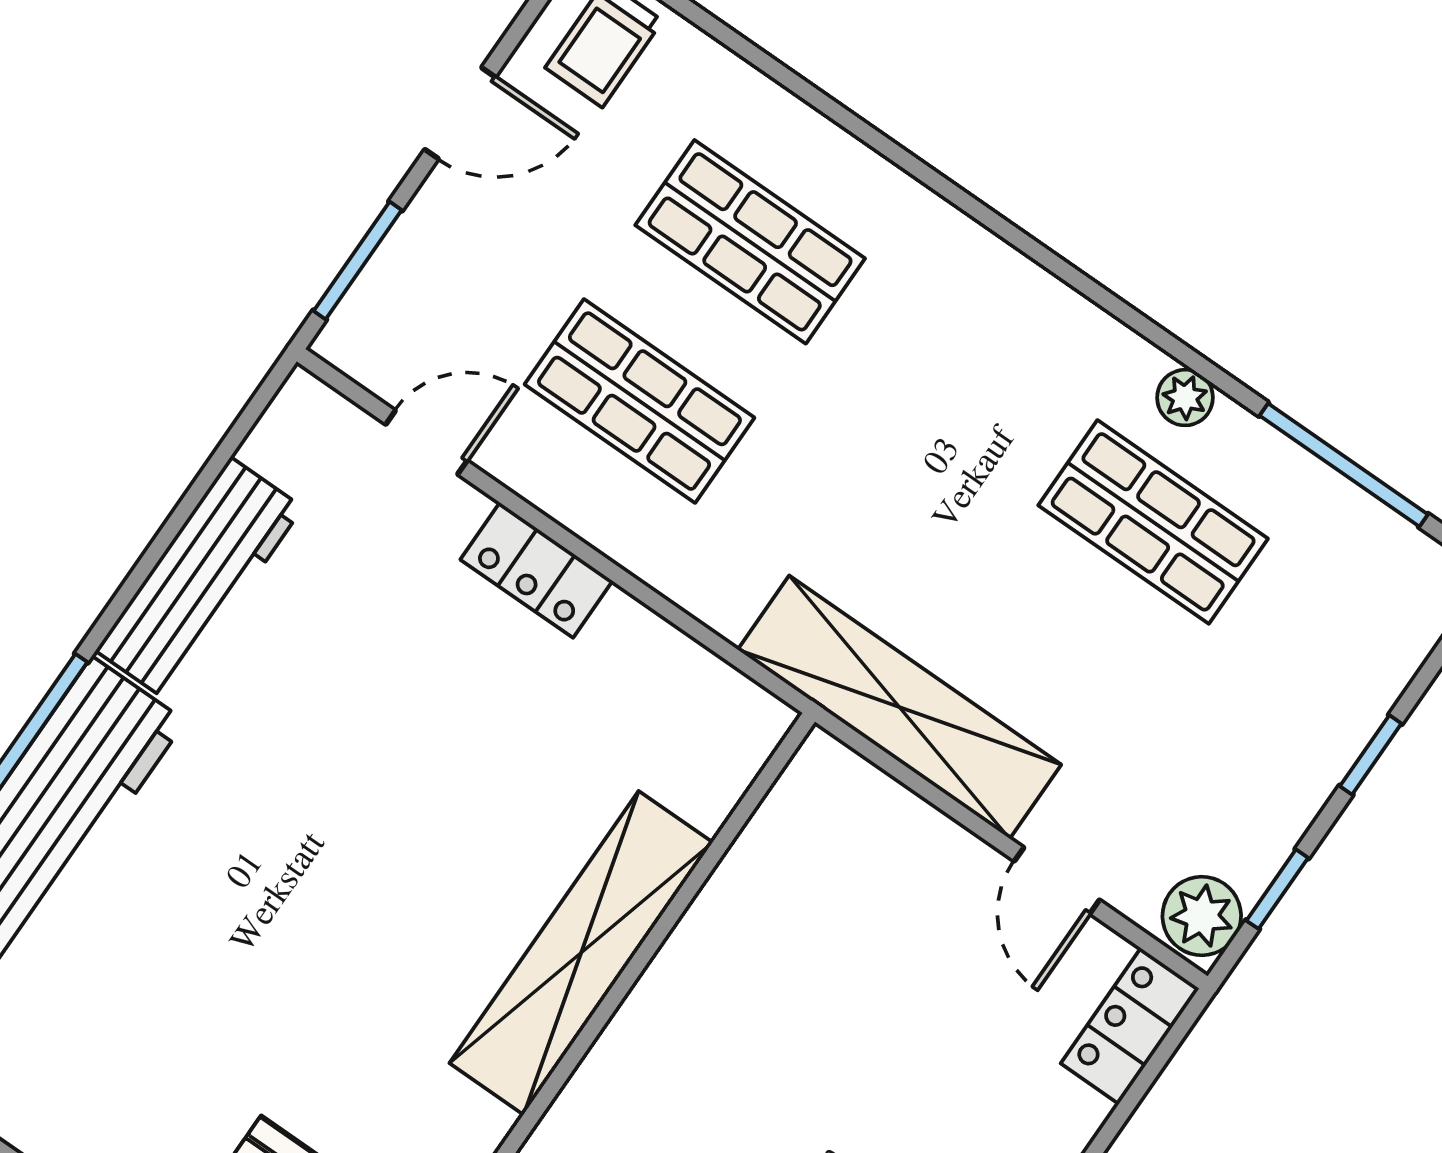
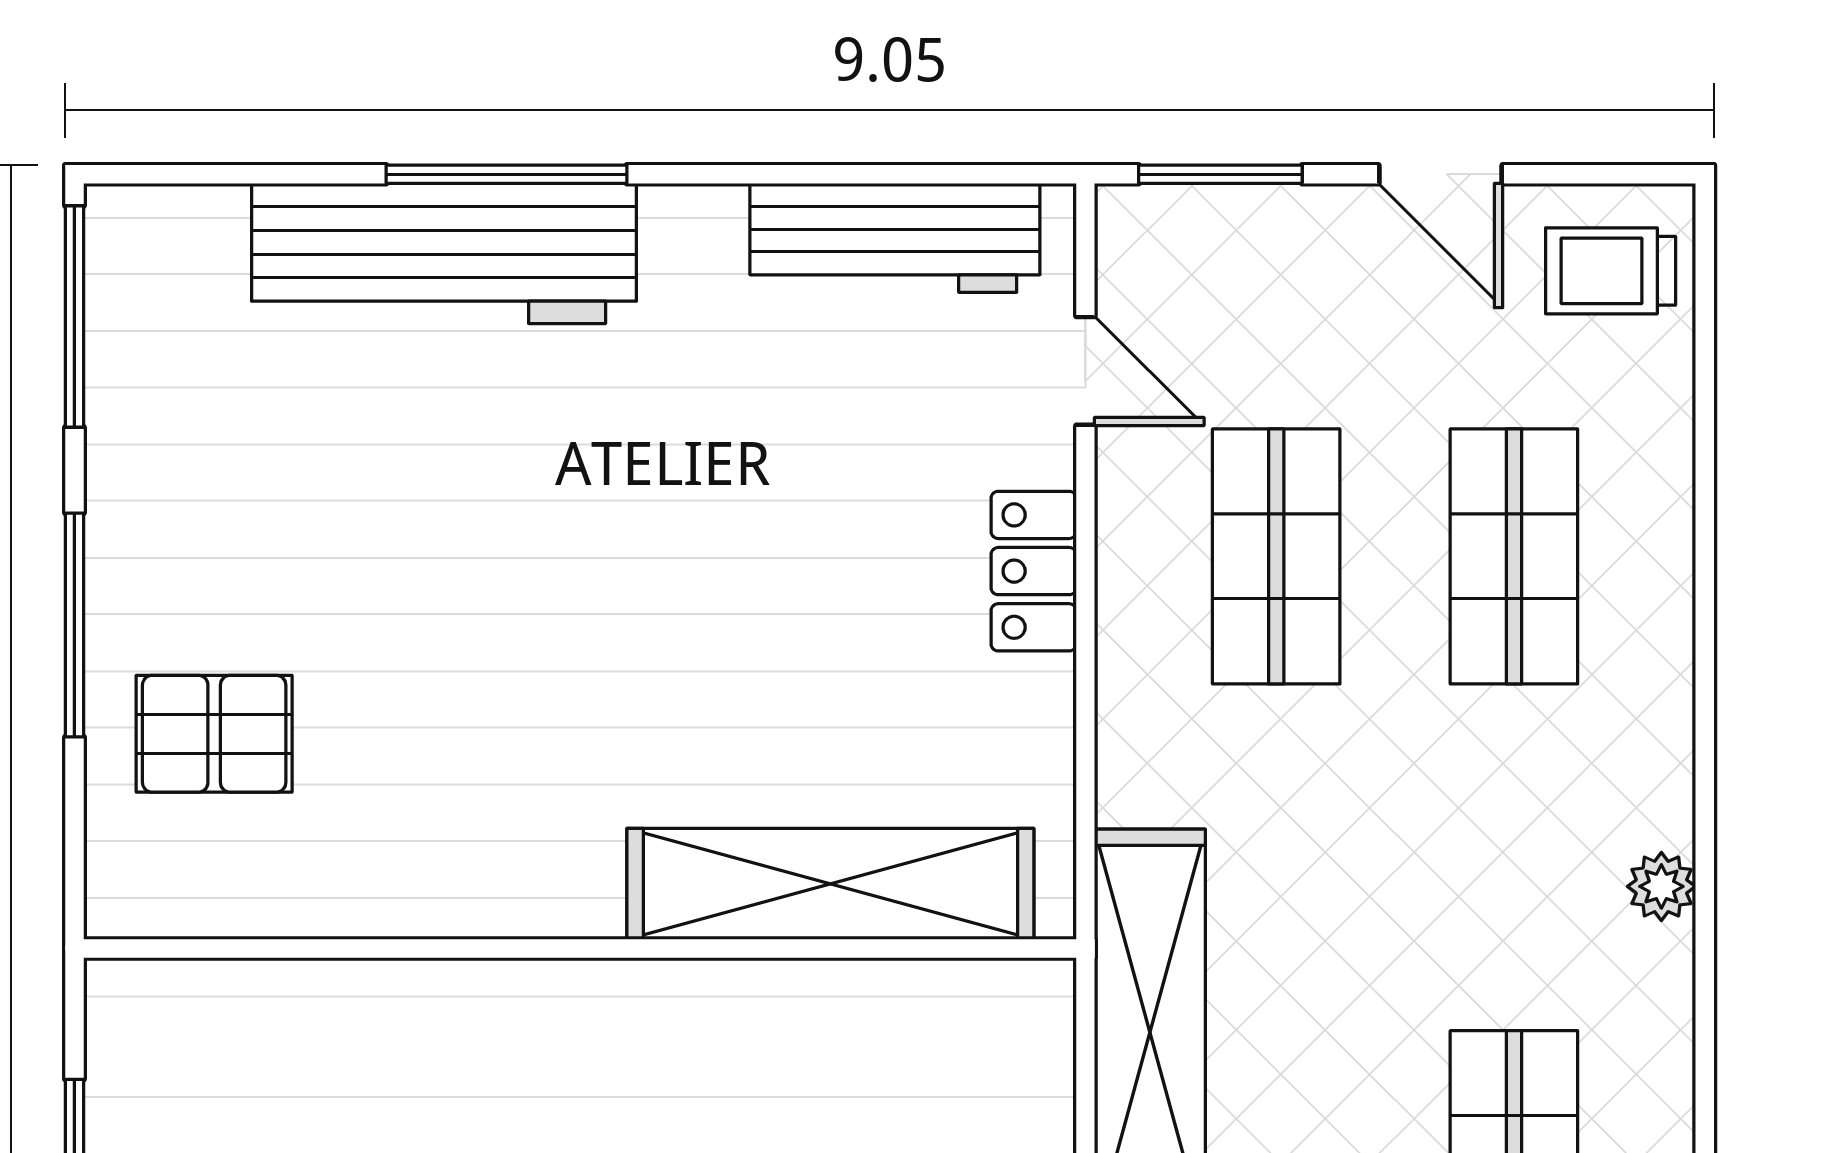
plant: (1185, 398) -> (1661, 886), moved
workbench: (199, 579) -> (895, 238), moved
shelving: (581, 953) -> (830, 884), moved

